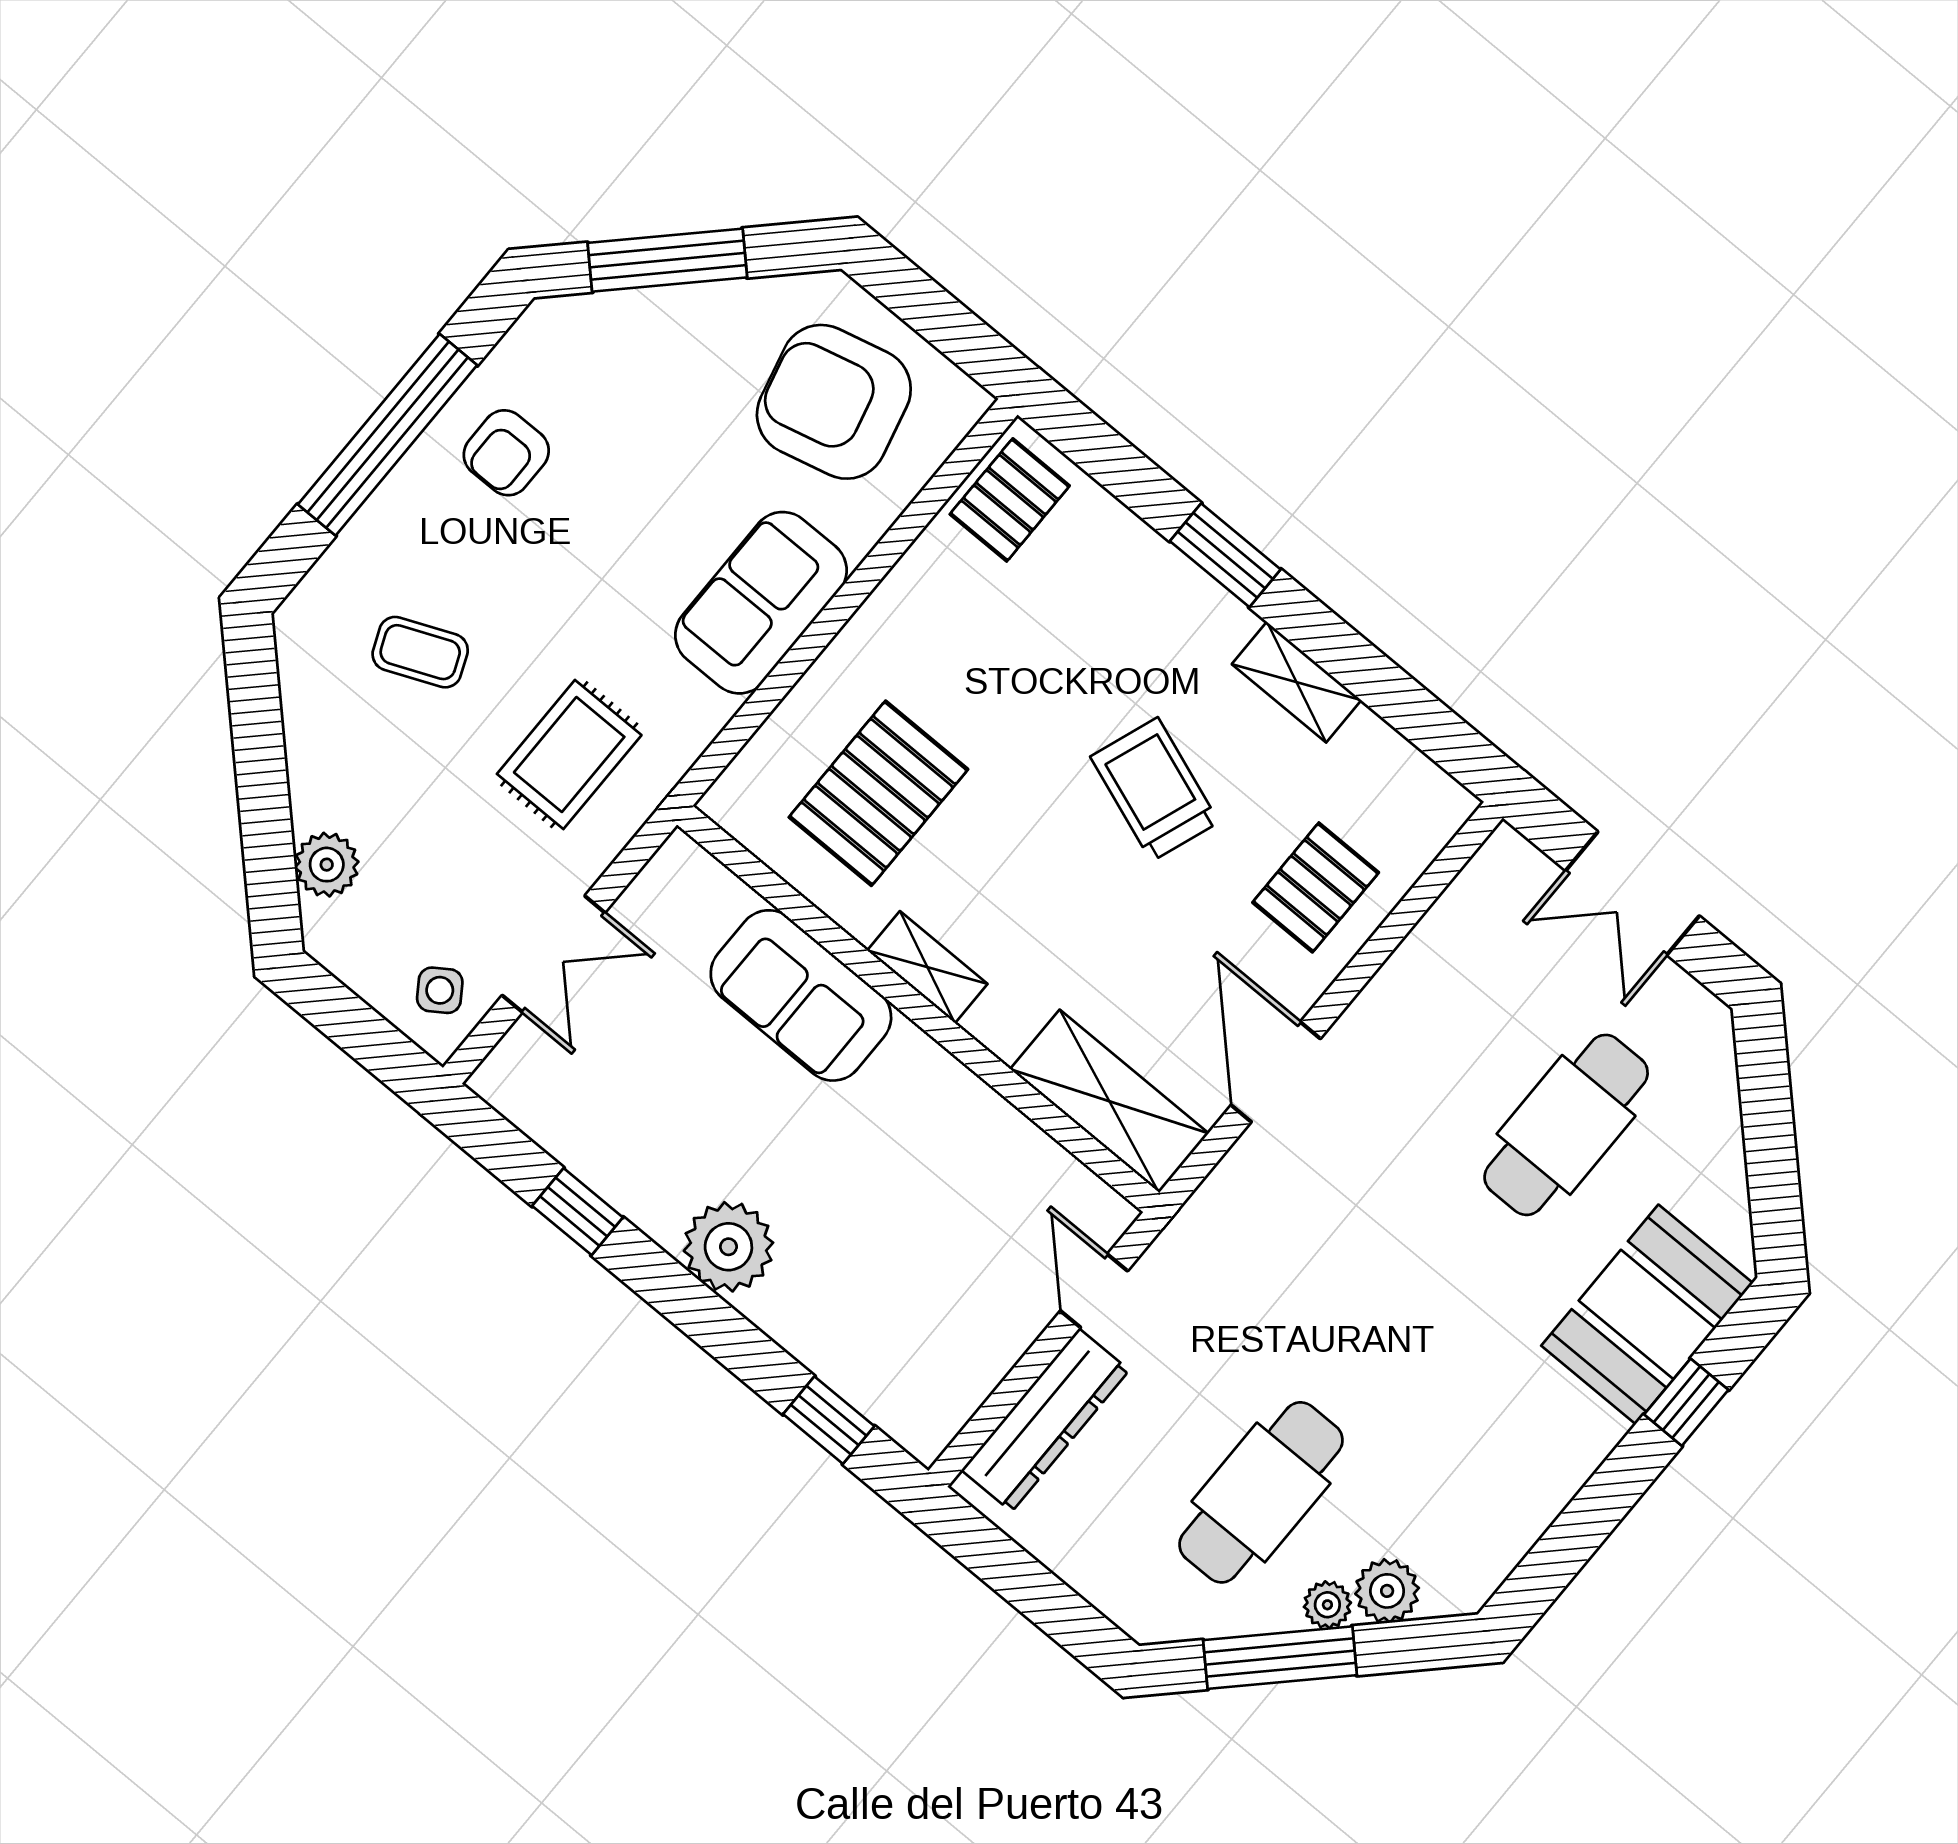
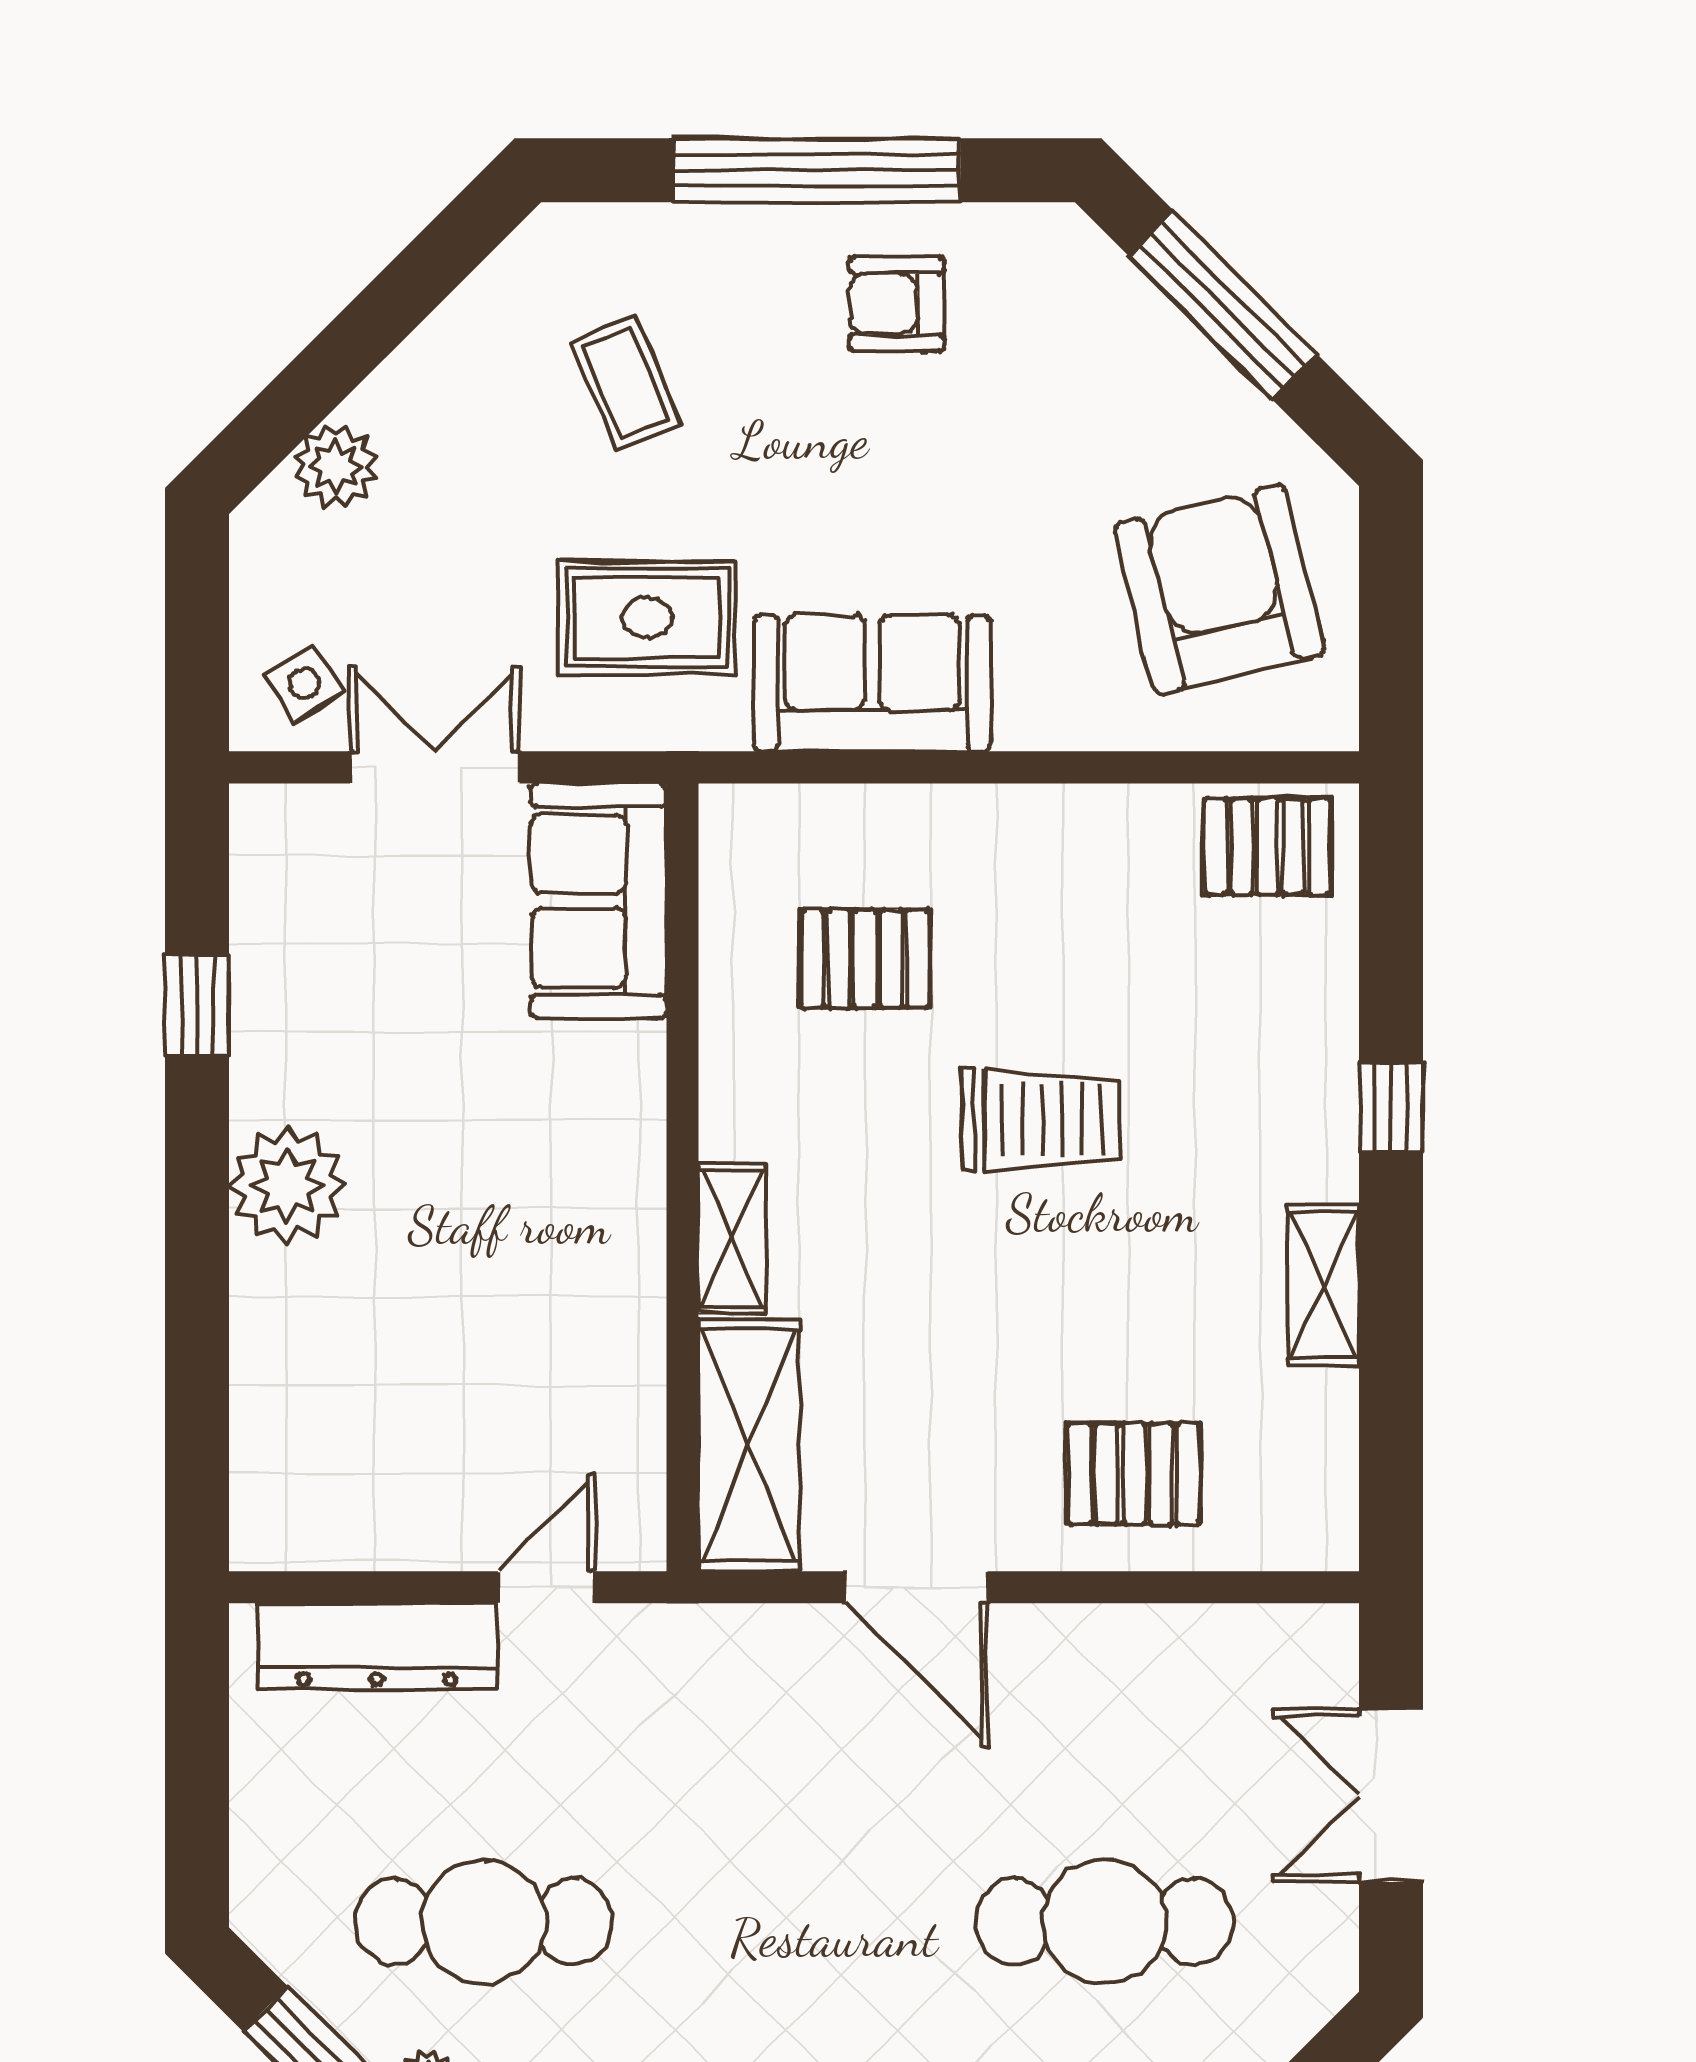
window: (1225, 555) -> (1391, 1108), width x0.67
sofa: (761, 603) -> (872, 683), moved
trolley: (1155, 789) -> (1041, 1120), moved, turned 70
pallet: (878, 793) -> (865, 959), width x0.67, depth x0.71
double door: (554, 954) -> (435, 767), swing flipped
shelving: (927, 967) -> (732, 1239), moved
sofa: (801, 995) -> (599, 901), moved
door: (1276, 1072) -> (916, 1587), swing flipped
window: (829, 1420) -> (197, 1429), removed

